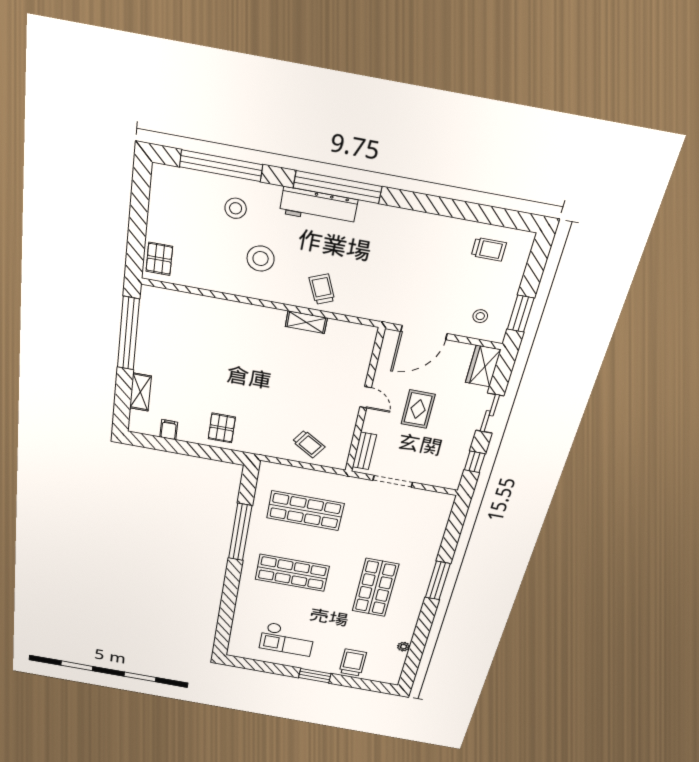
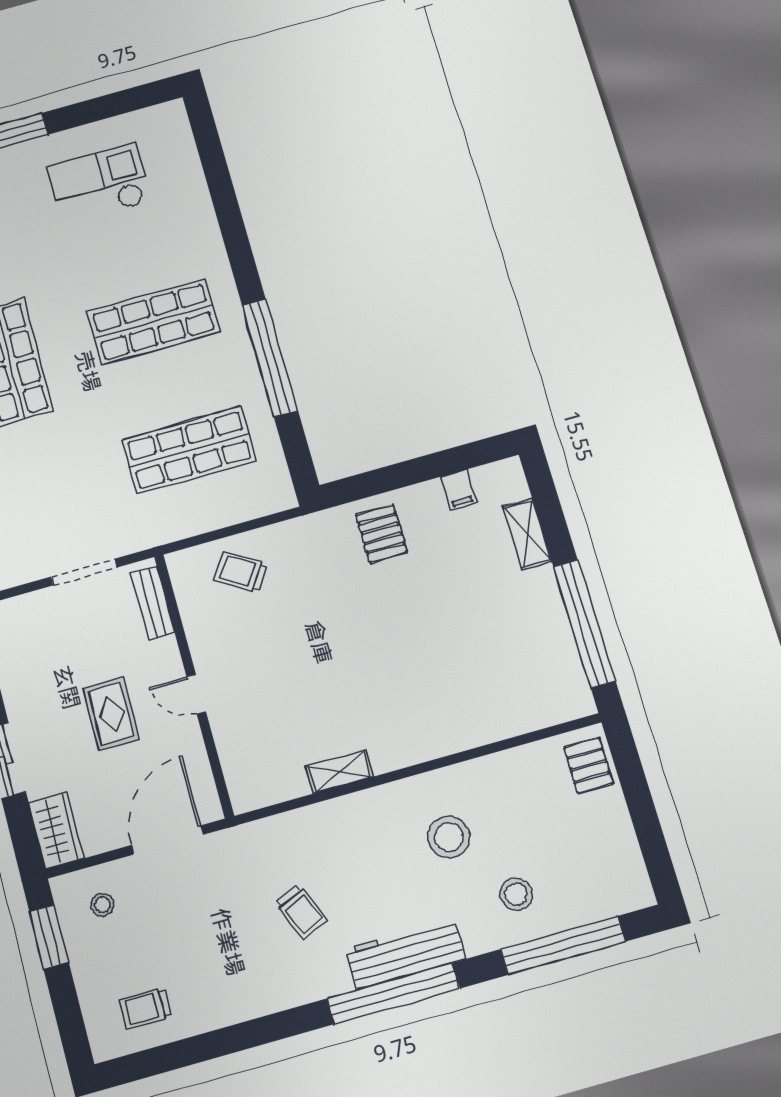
trolley: (322, 289) -> (301, 912), moved

